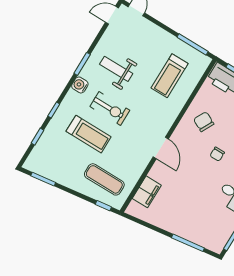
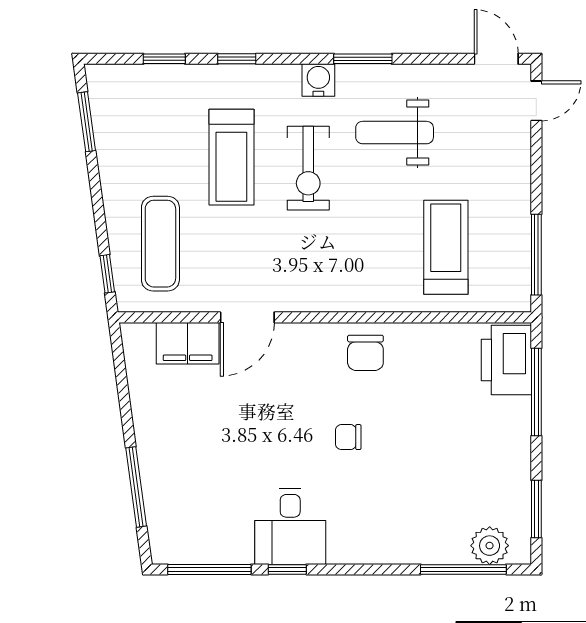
weight bench: (116, 69) -> (395, 133), turned -90
treadmill: (170, 76) -> (446, 247), turned 90
chair: (204, 122) -> (365, 353), moved, turned 153
door: (161, 148) -> (247, 317), moved

